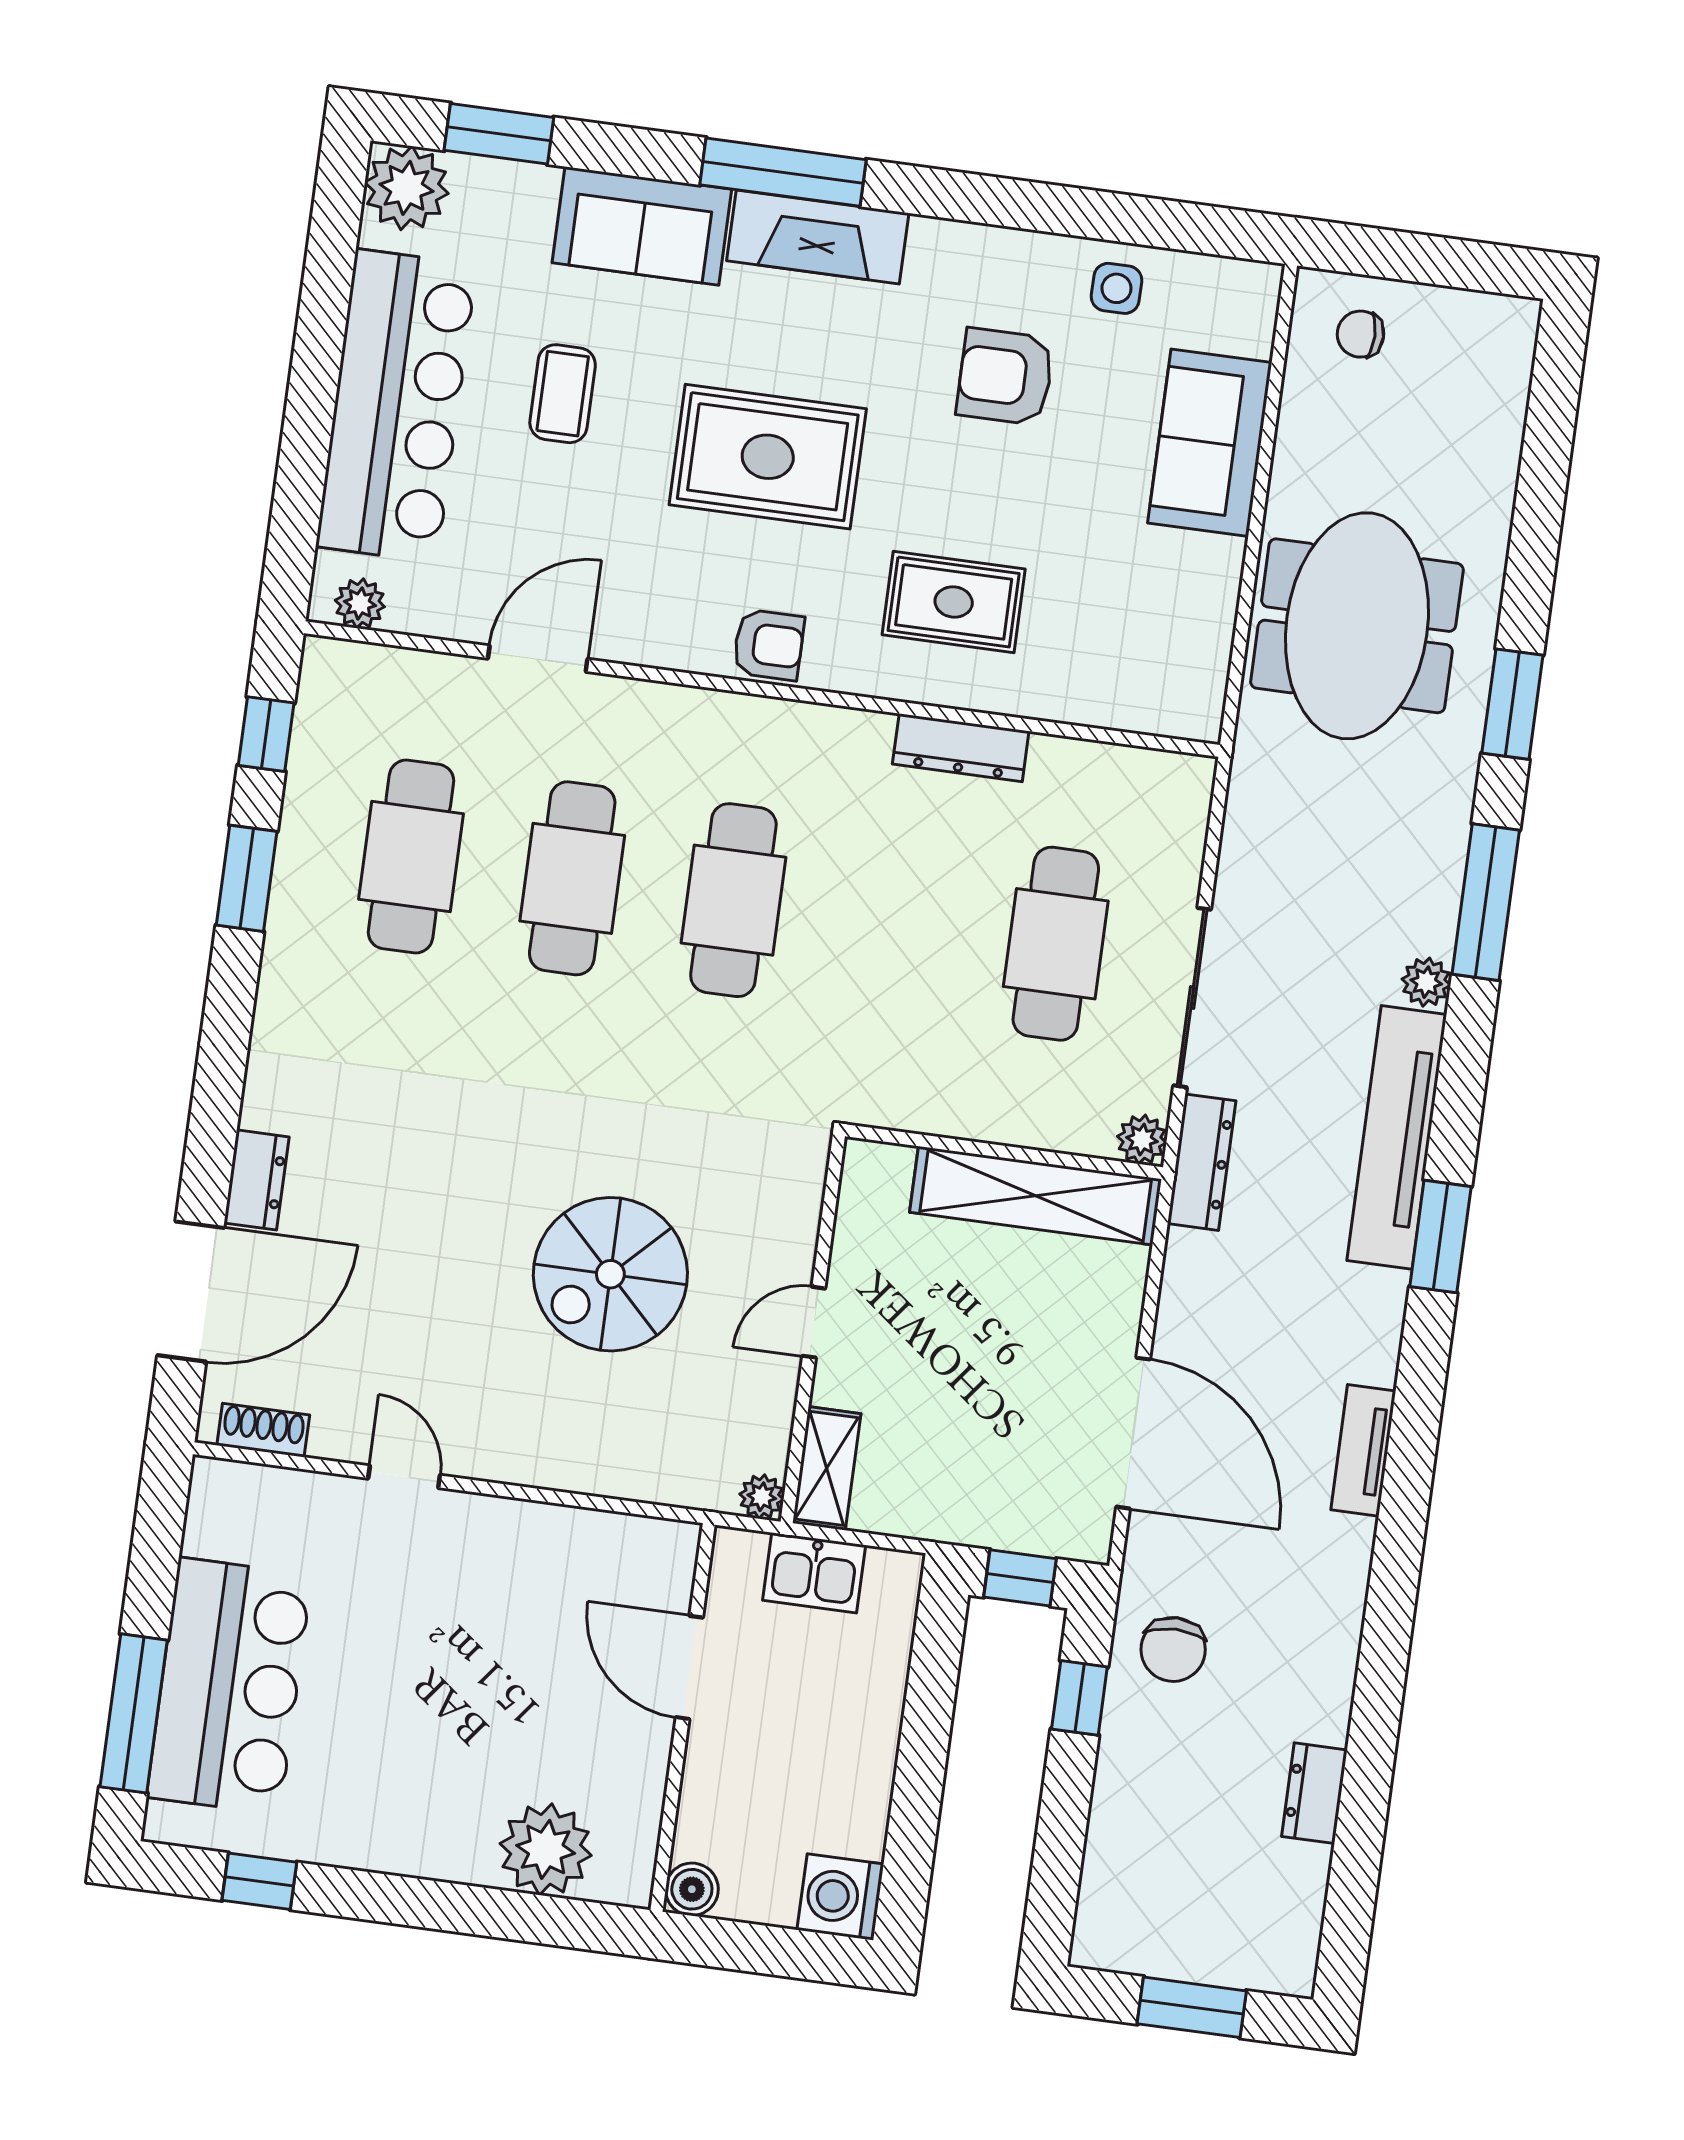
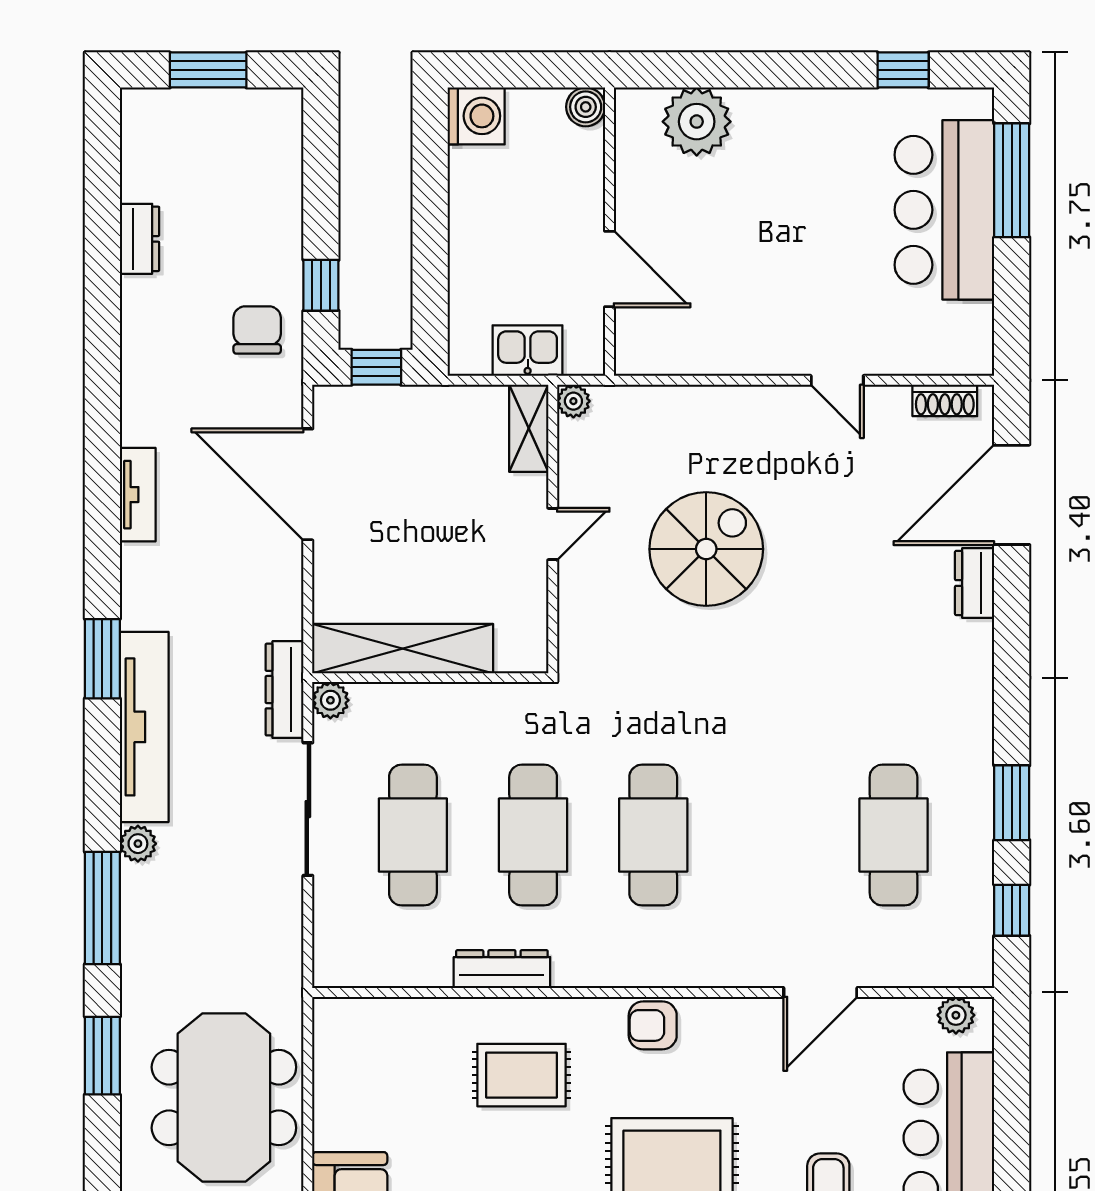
cafe table: (572, 878) -> (533, 835), moved

